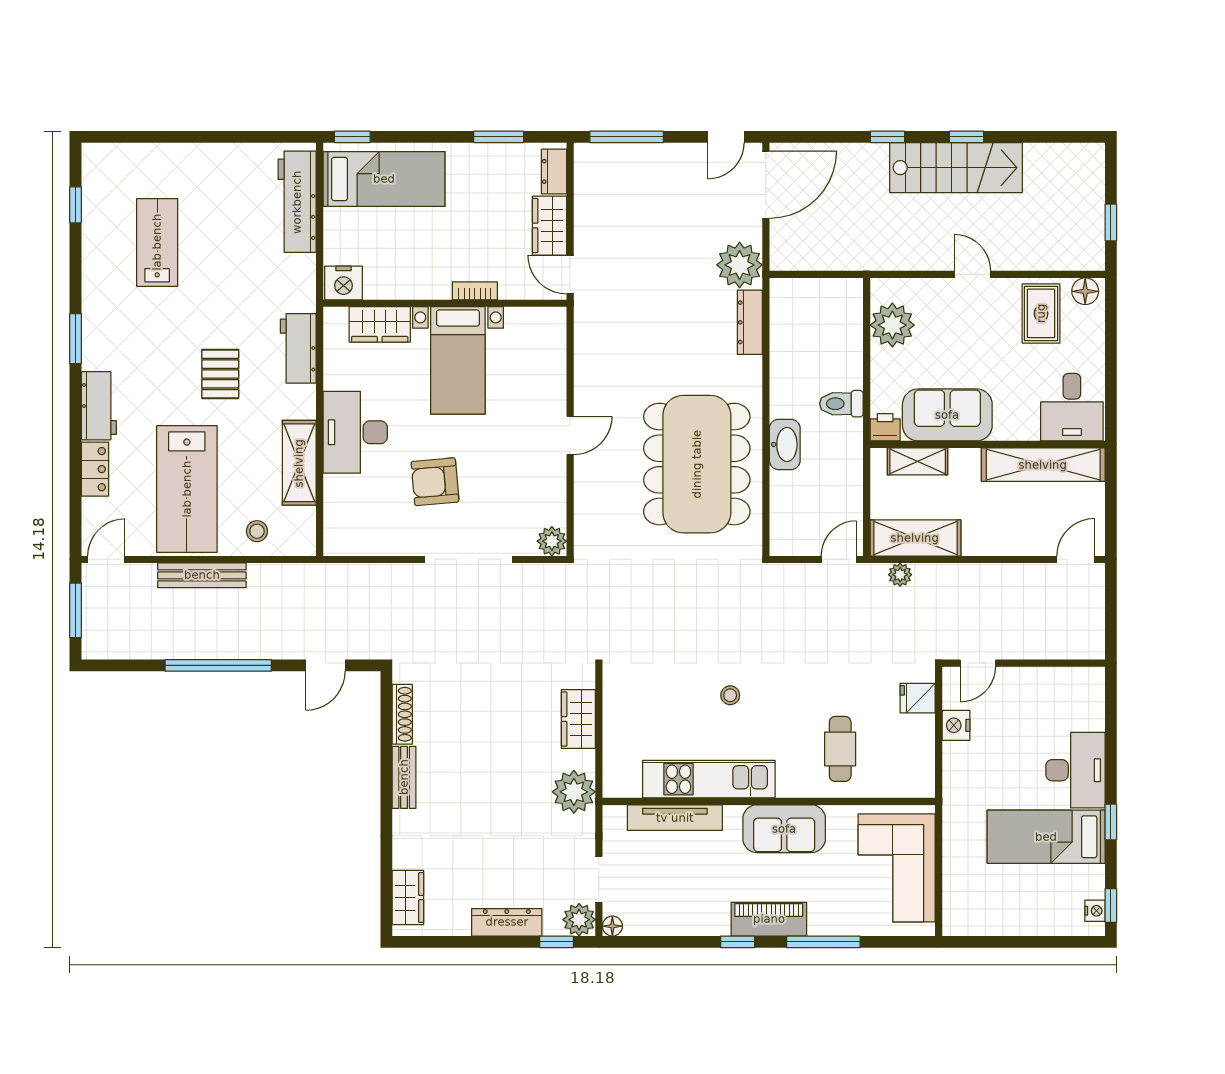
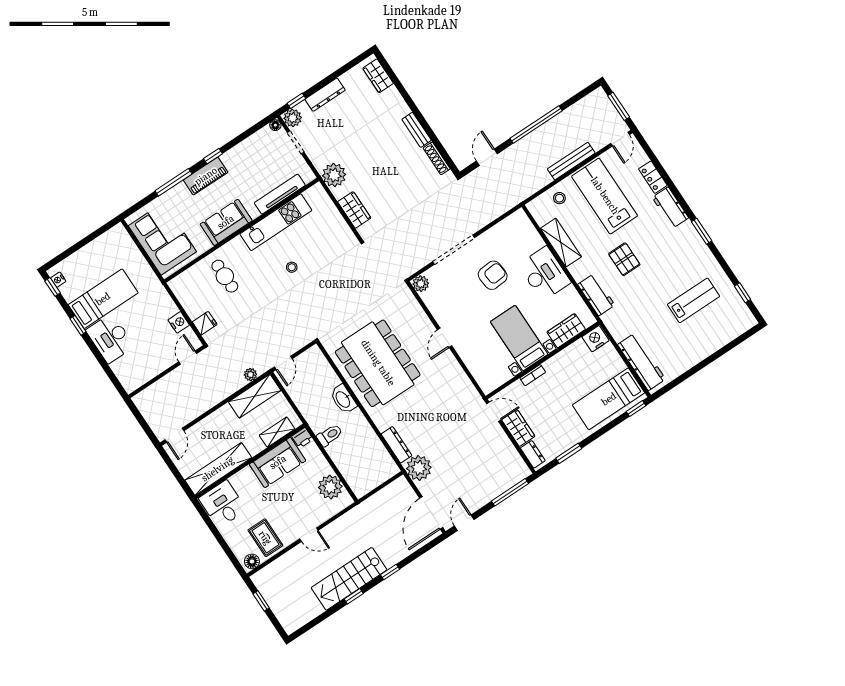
lab bench: (157, 242) -> (693, 300), turned -90

